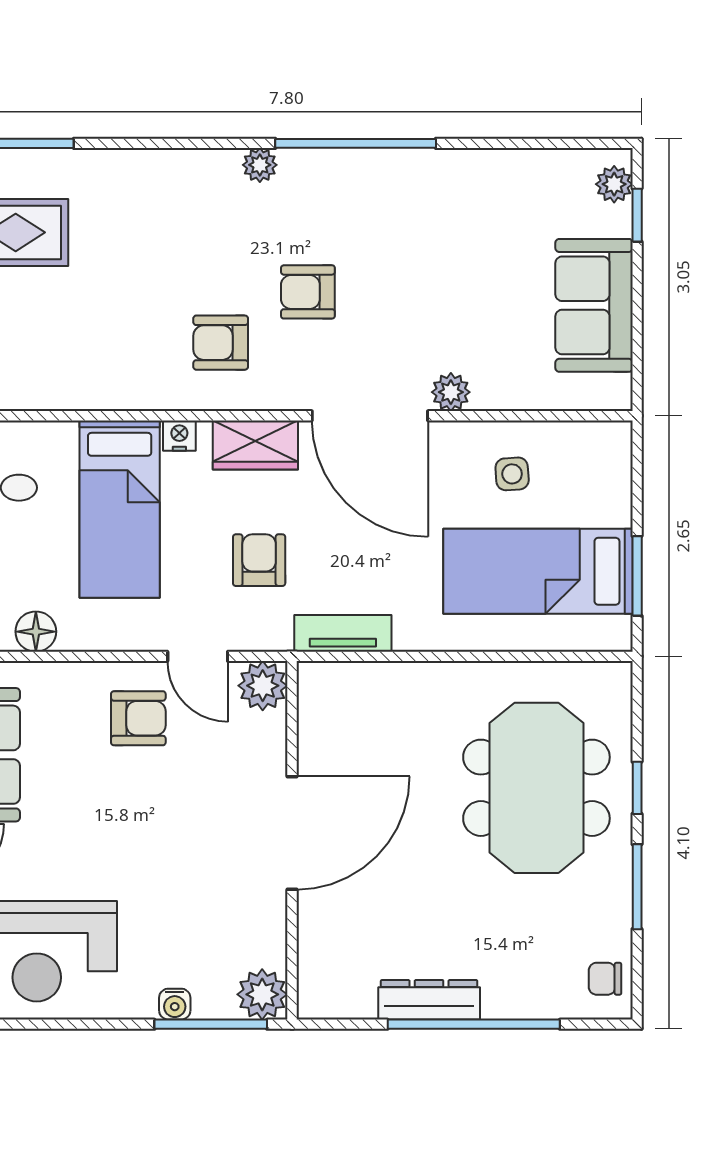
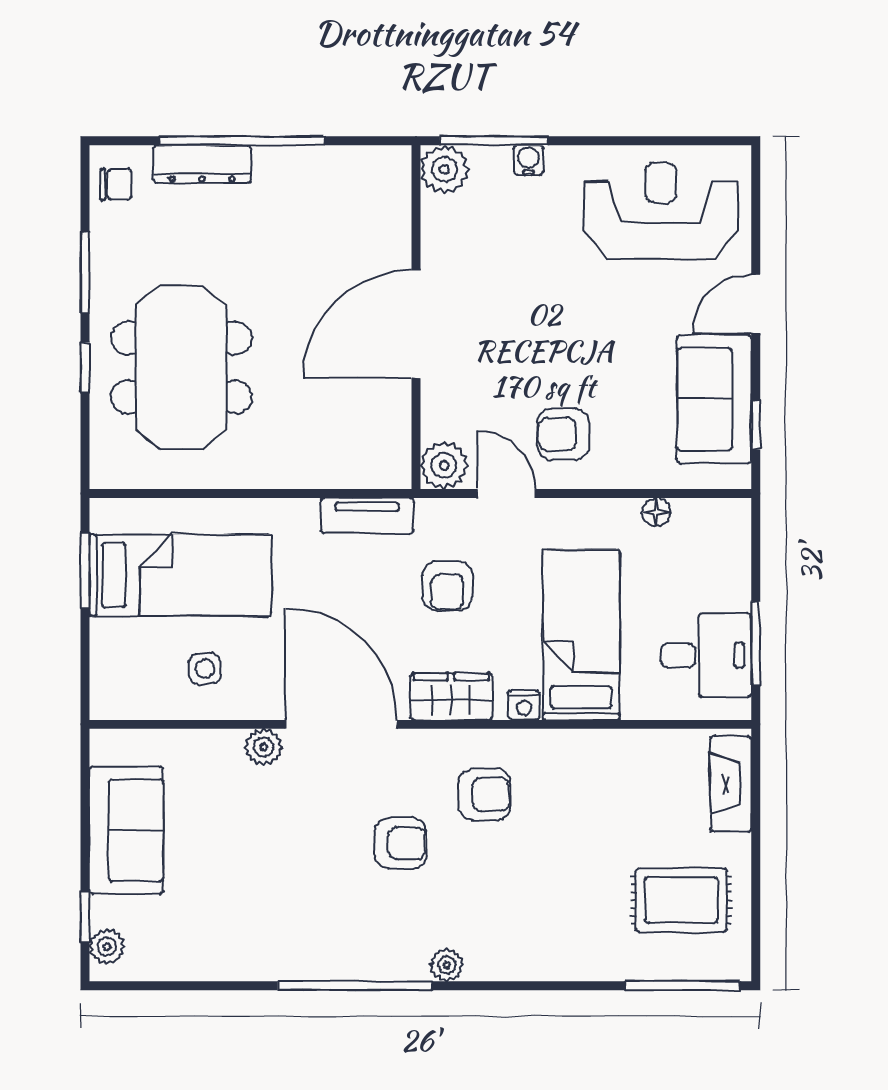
floor lamp: (36, 632) -> (656, 512), width x0.73, depth x0.73
dresser: (429, 1000) -> (202, 164), moved

